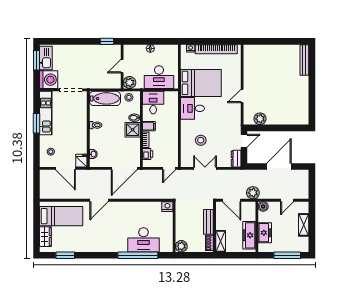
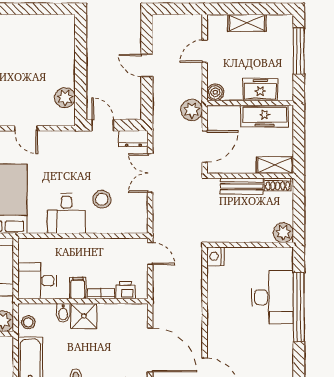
desk: (193, 108) -> (66, 213), moved
door: (279, 167) -> (147, 65), width x0.53
door: (124, 168) -> (150, 350), moved
double door: (205, 168) -> (150, 173), moved
door: (287, 200) -> (205, 51), swing flipped

